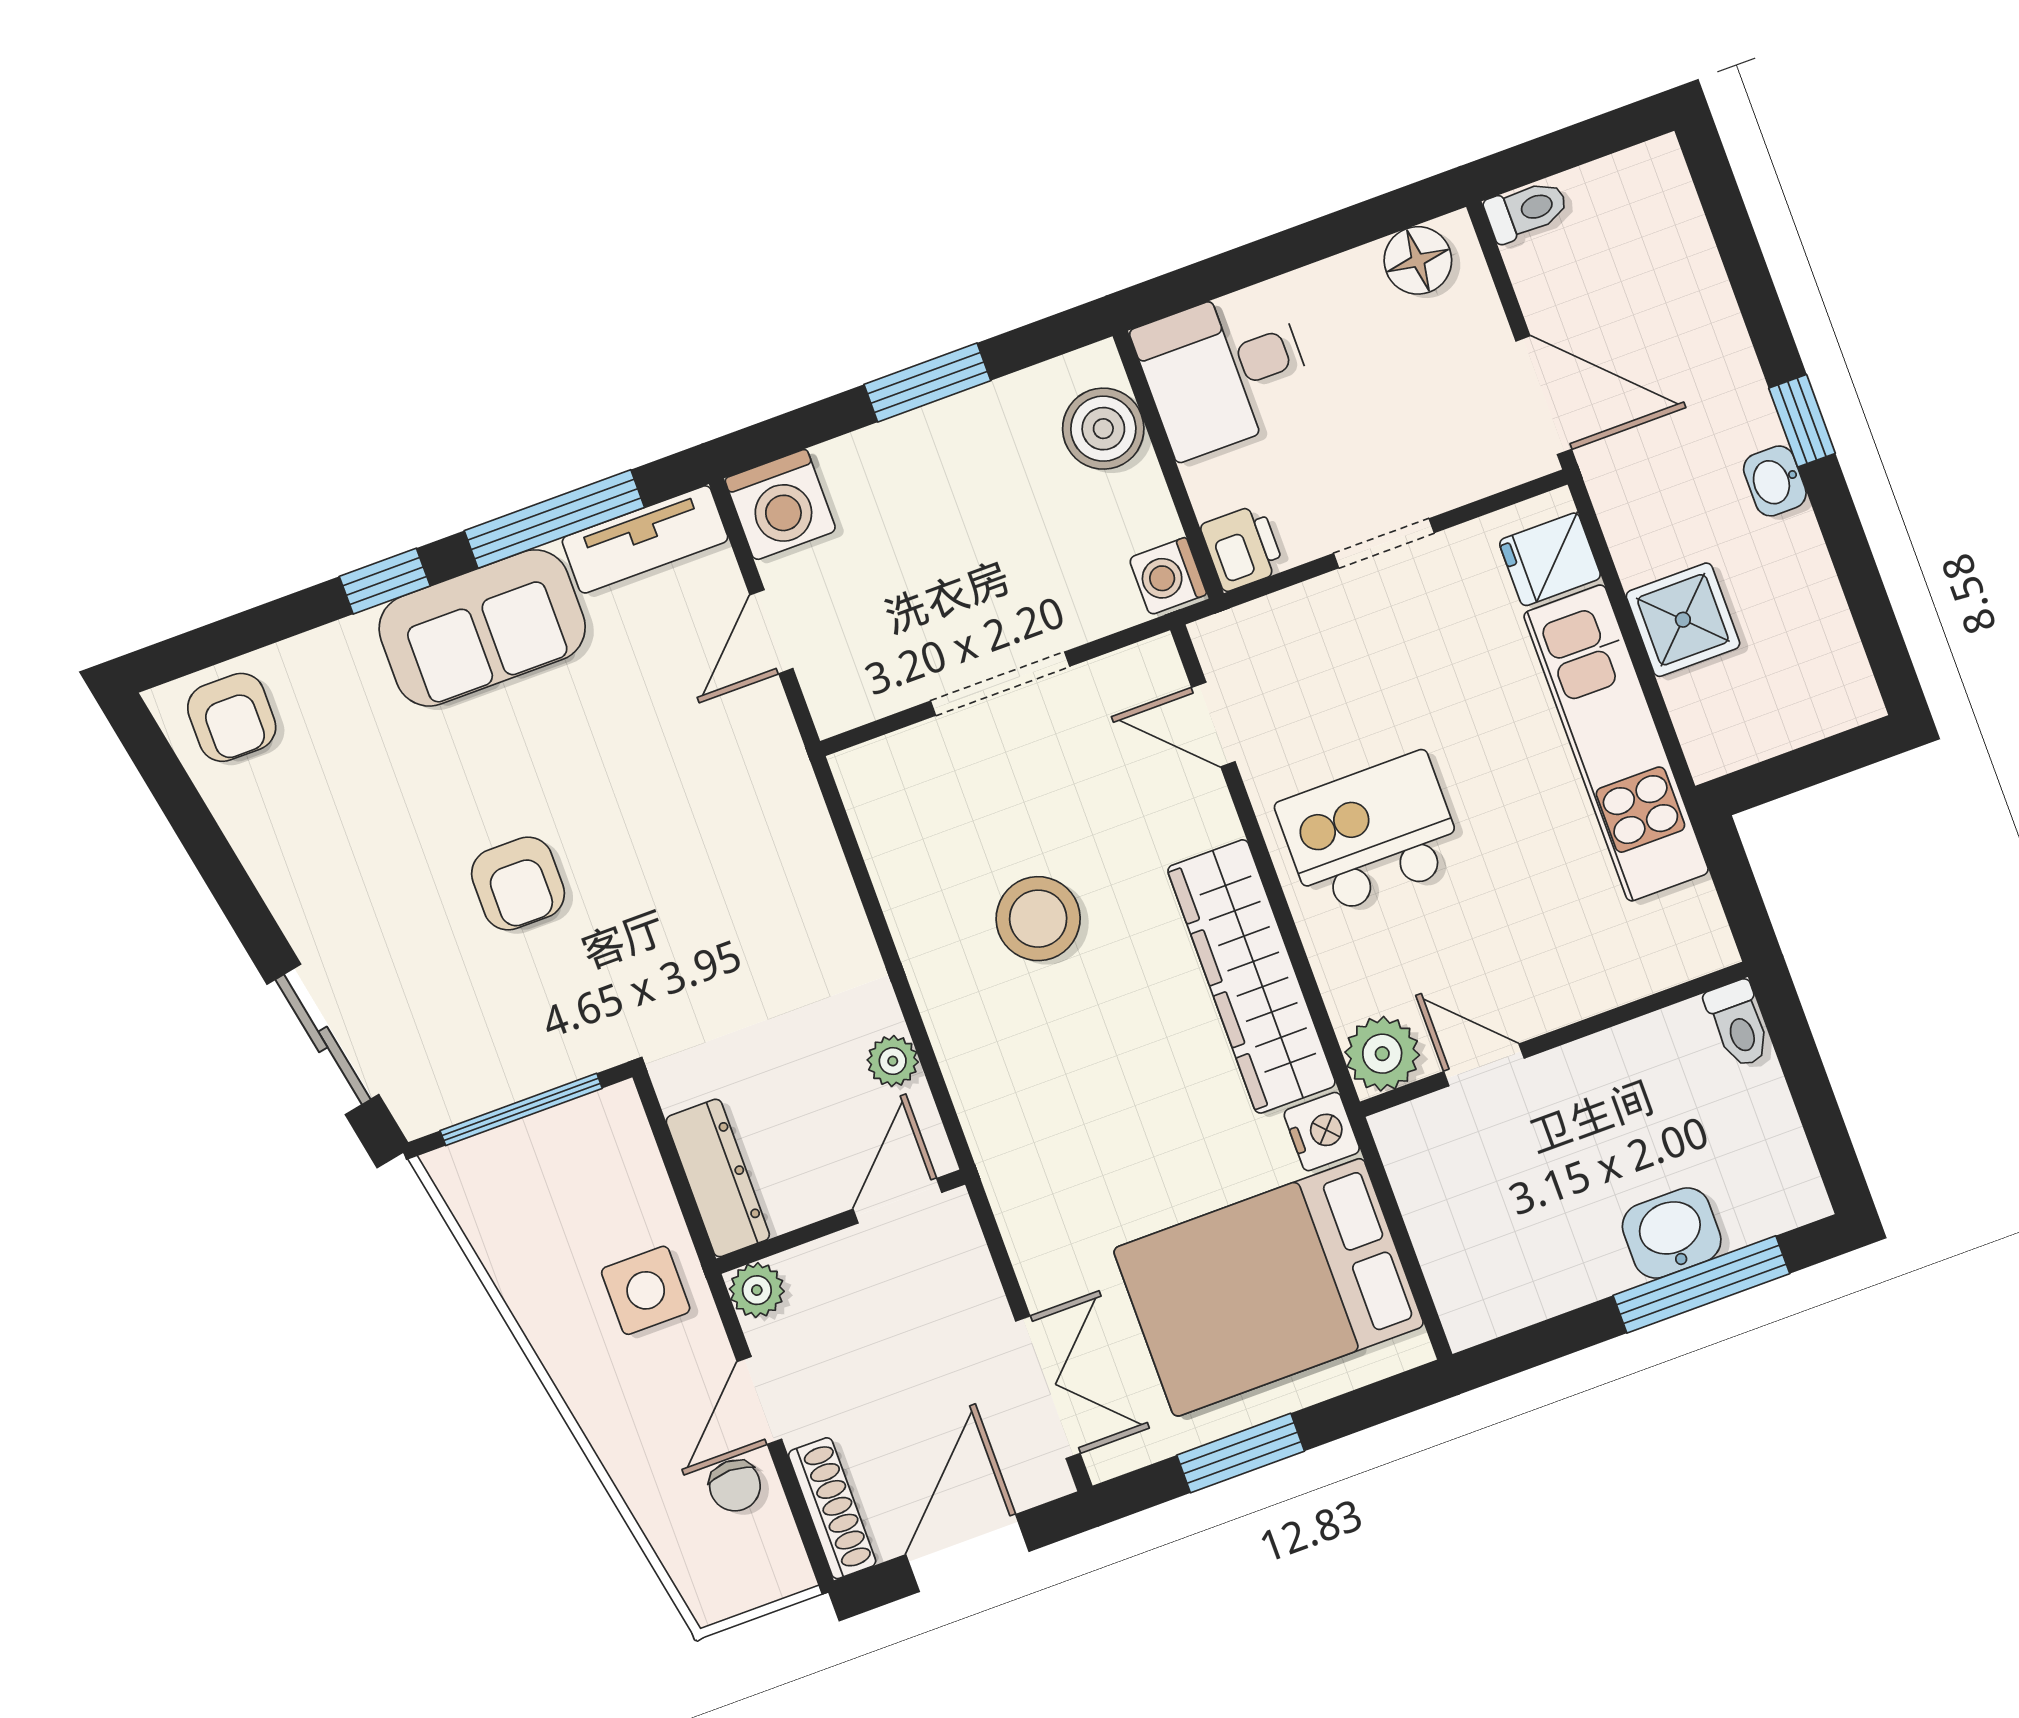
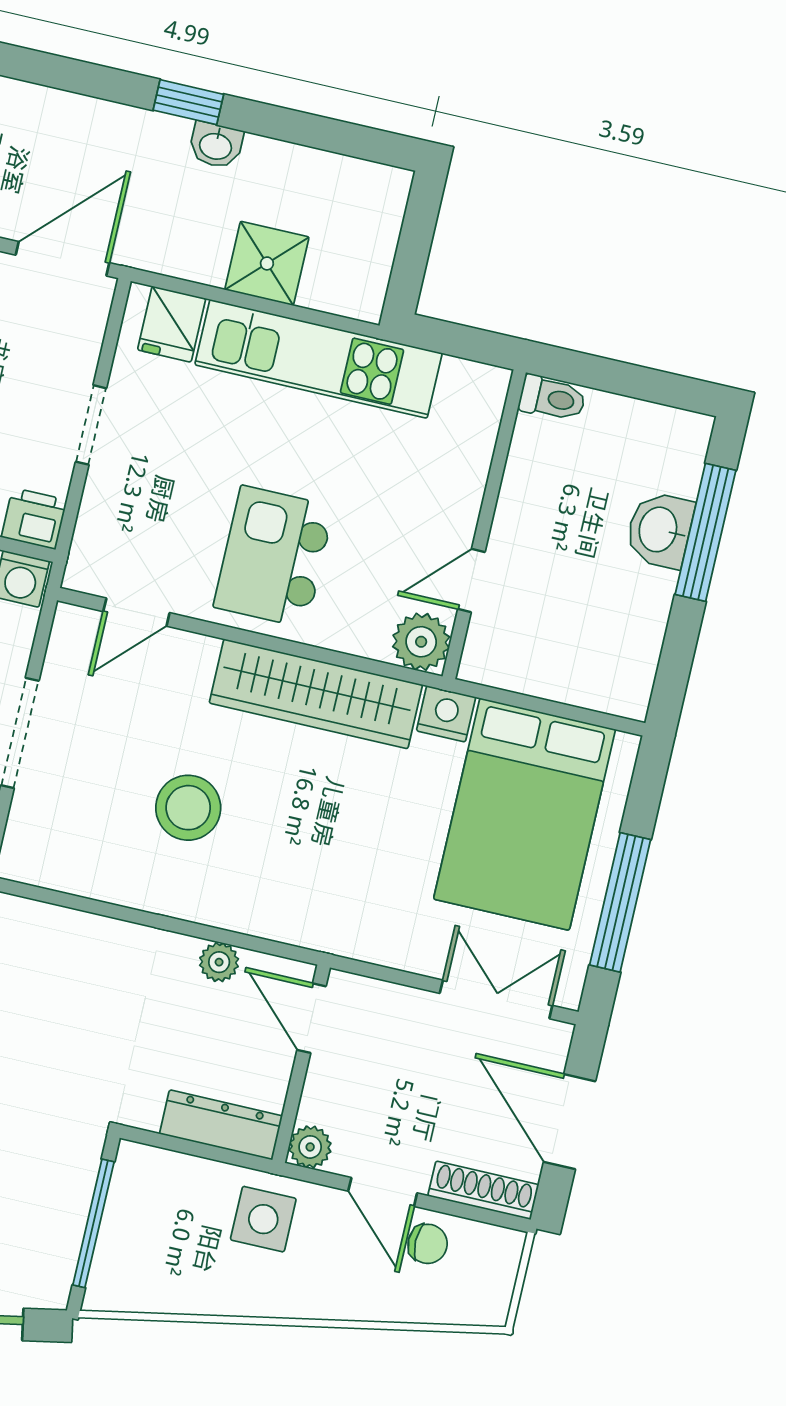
window: (1241, 1453) -> (620, 902), width x1.44

